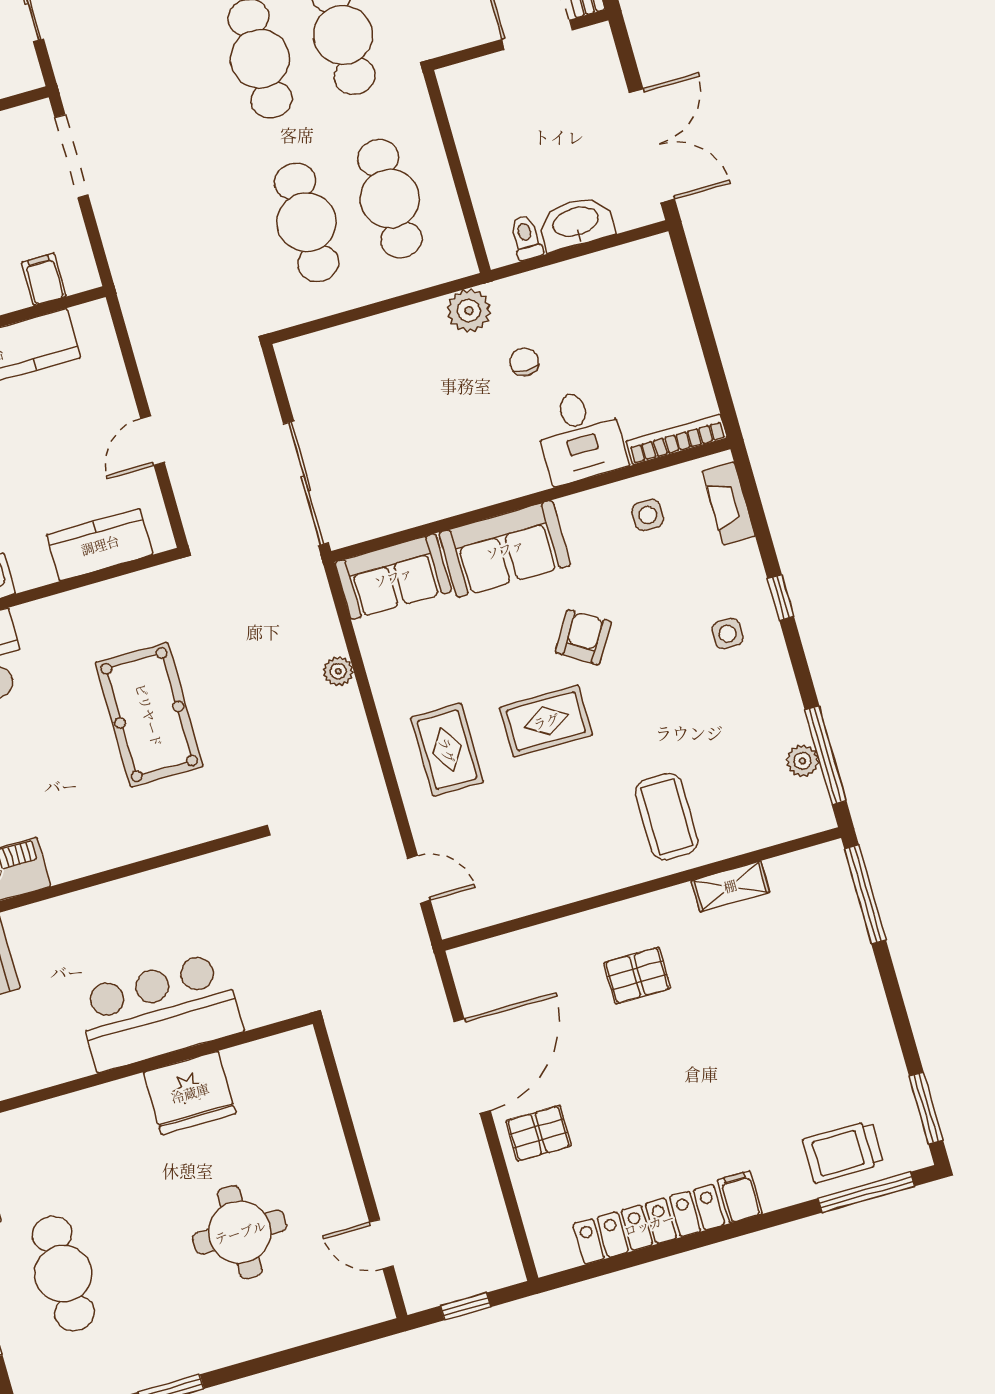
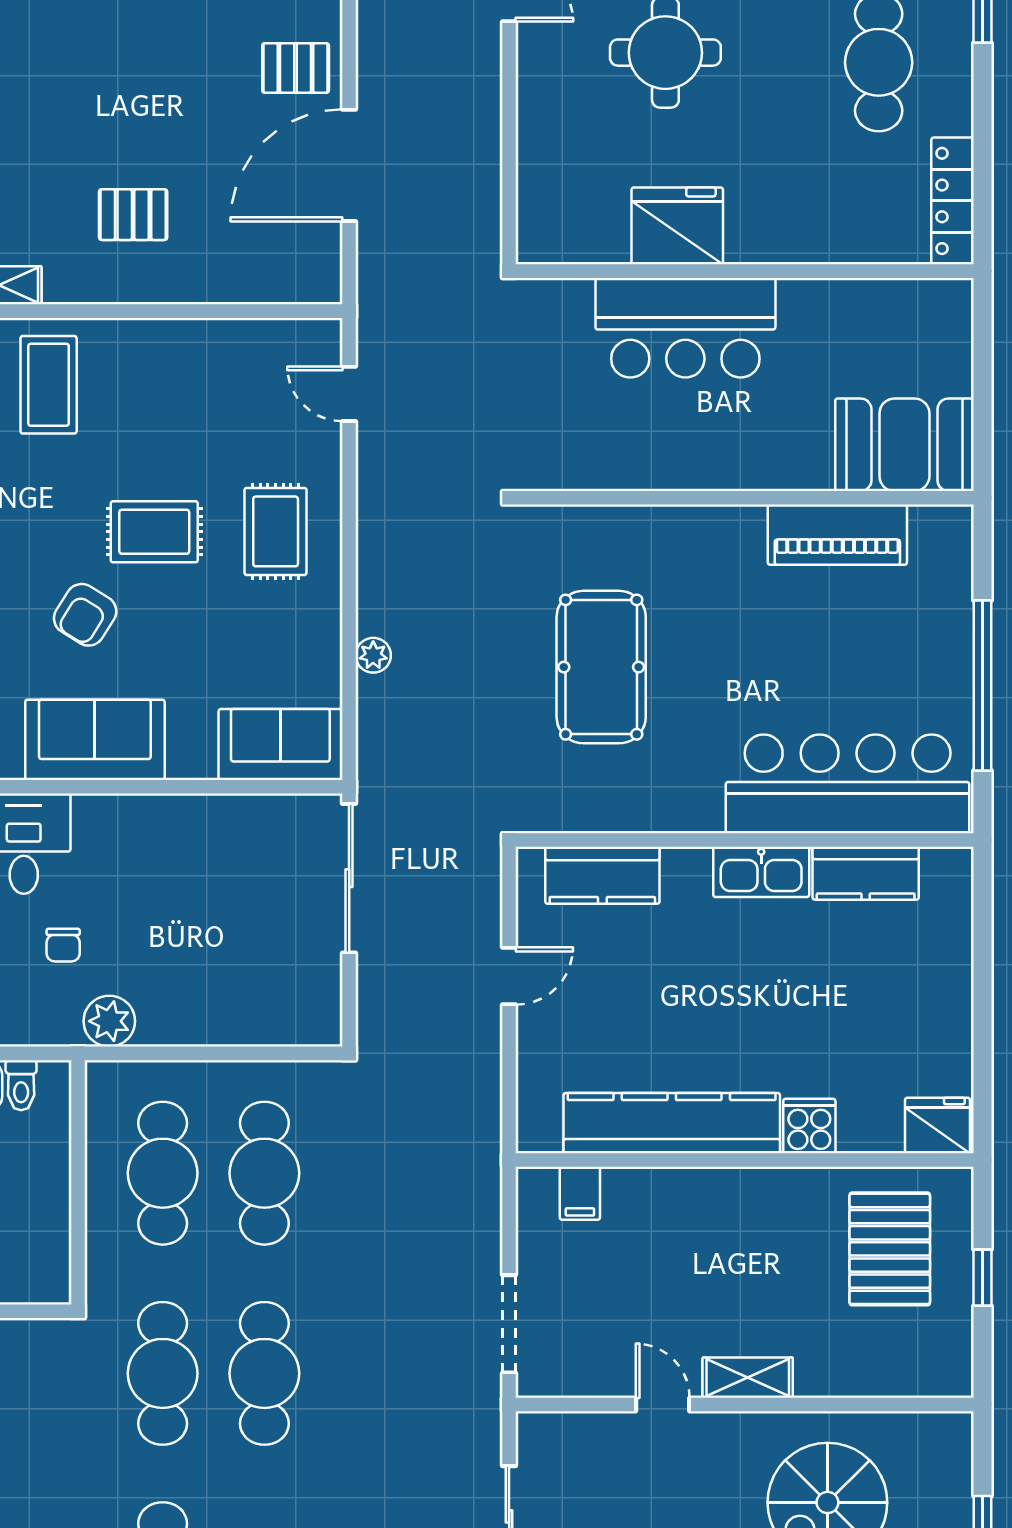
sofa: (505, 549) -> (95, 740), moved

